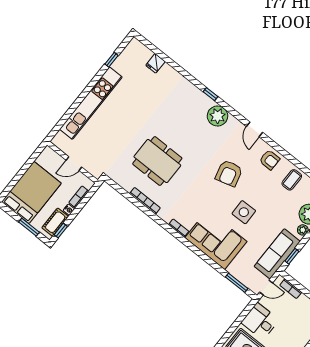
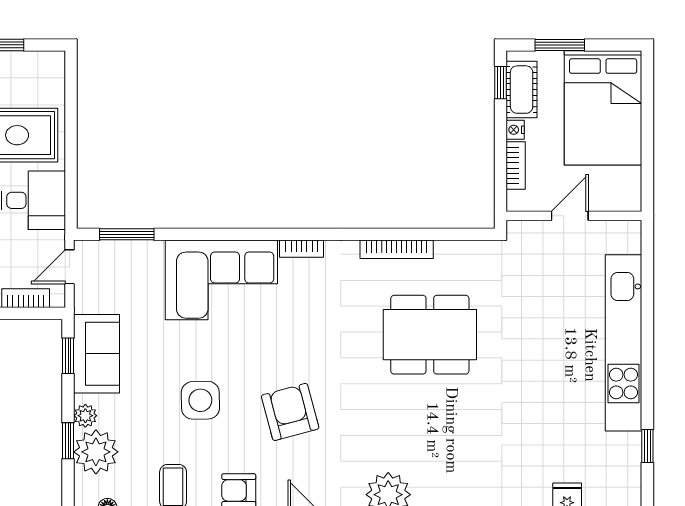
side table: (244, 212) -> (200, 400), moved
sofa: (277, 254) -> (97, 354), width x0.73

